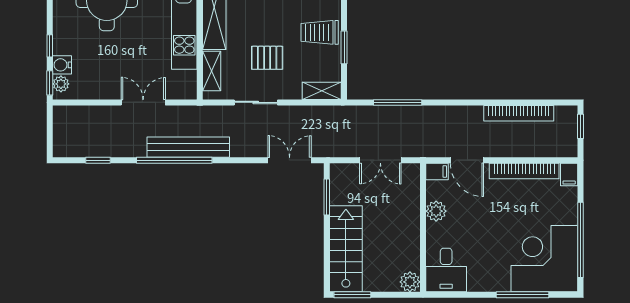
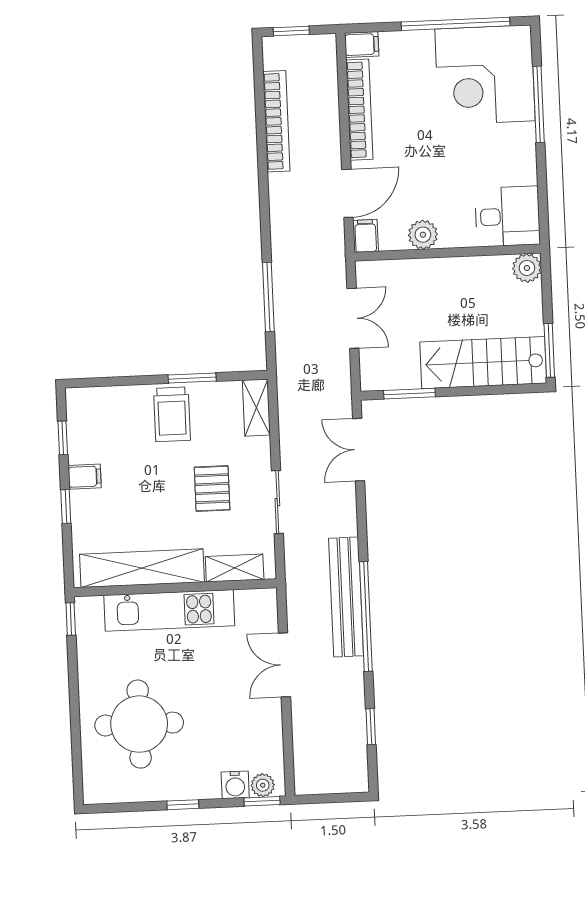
window: (50, 46) -> (183, 805), moved

